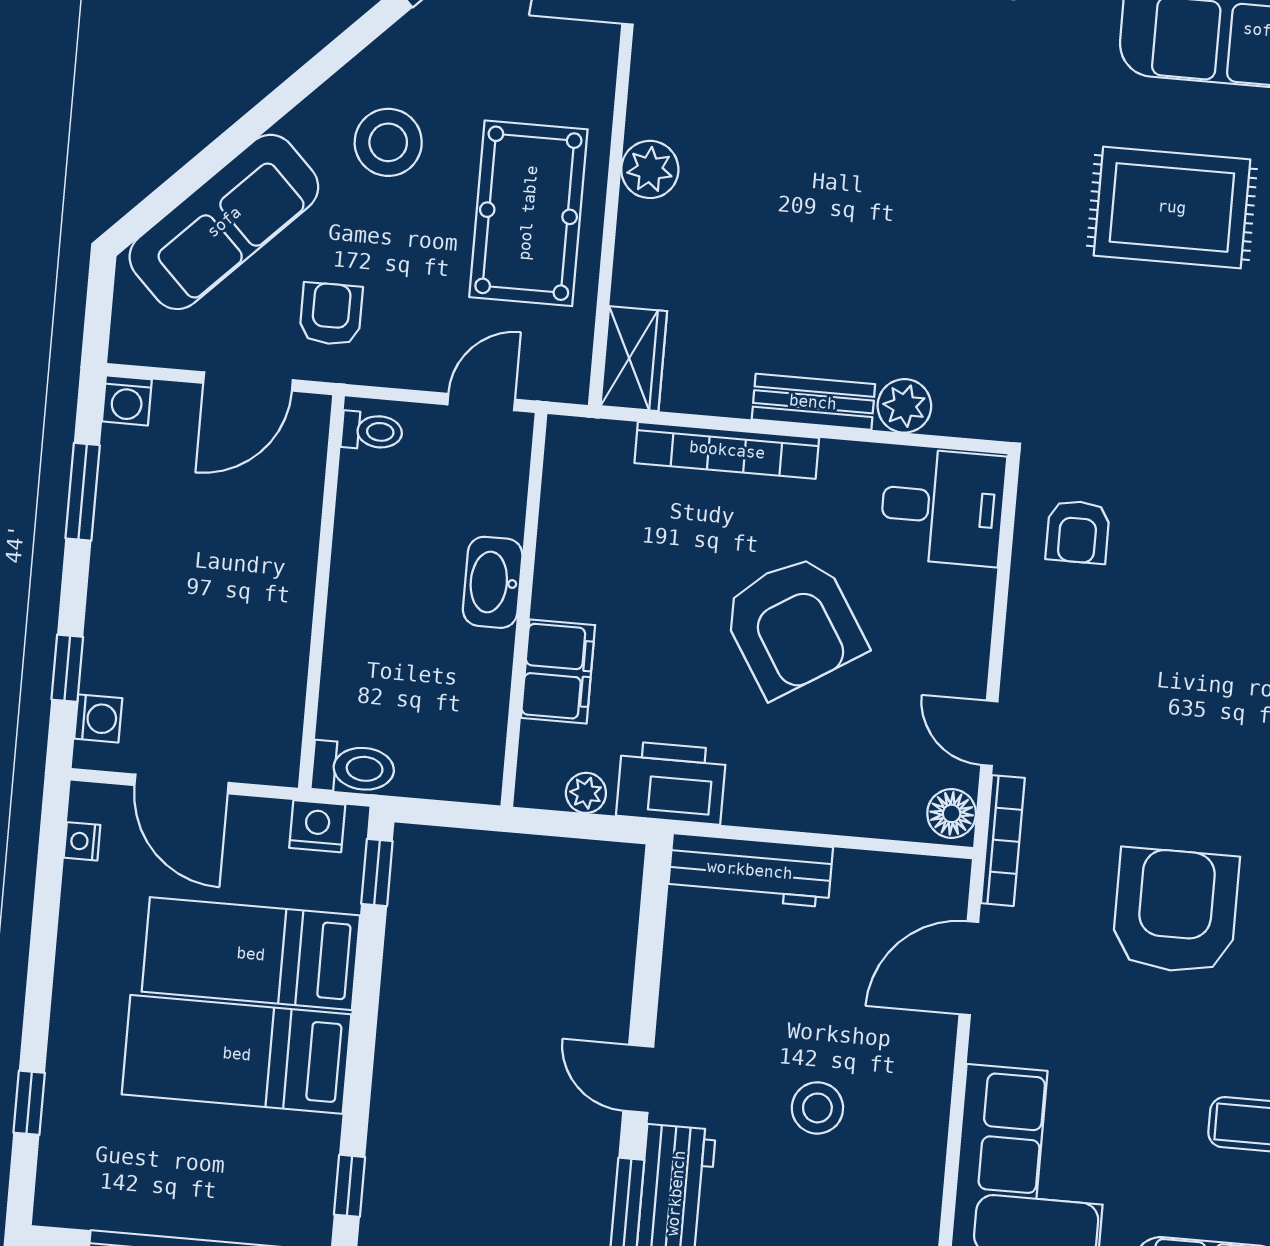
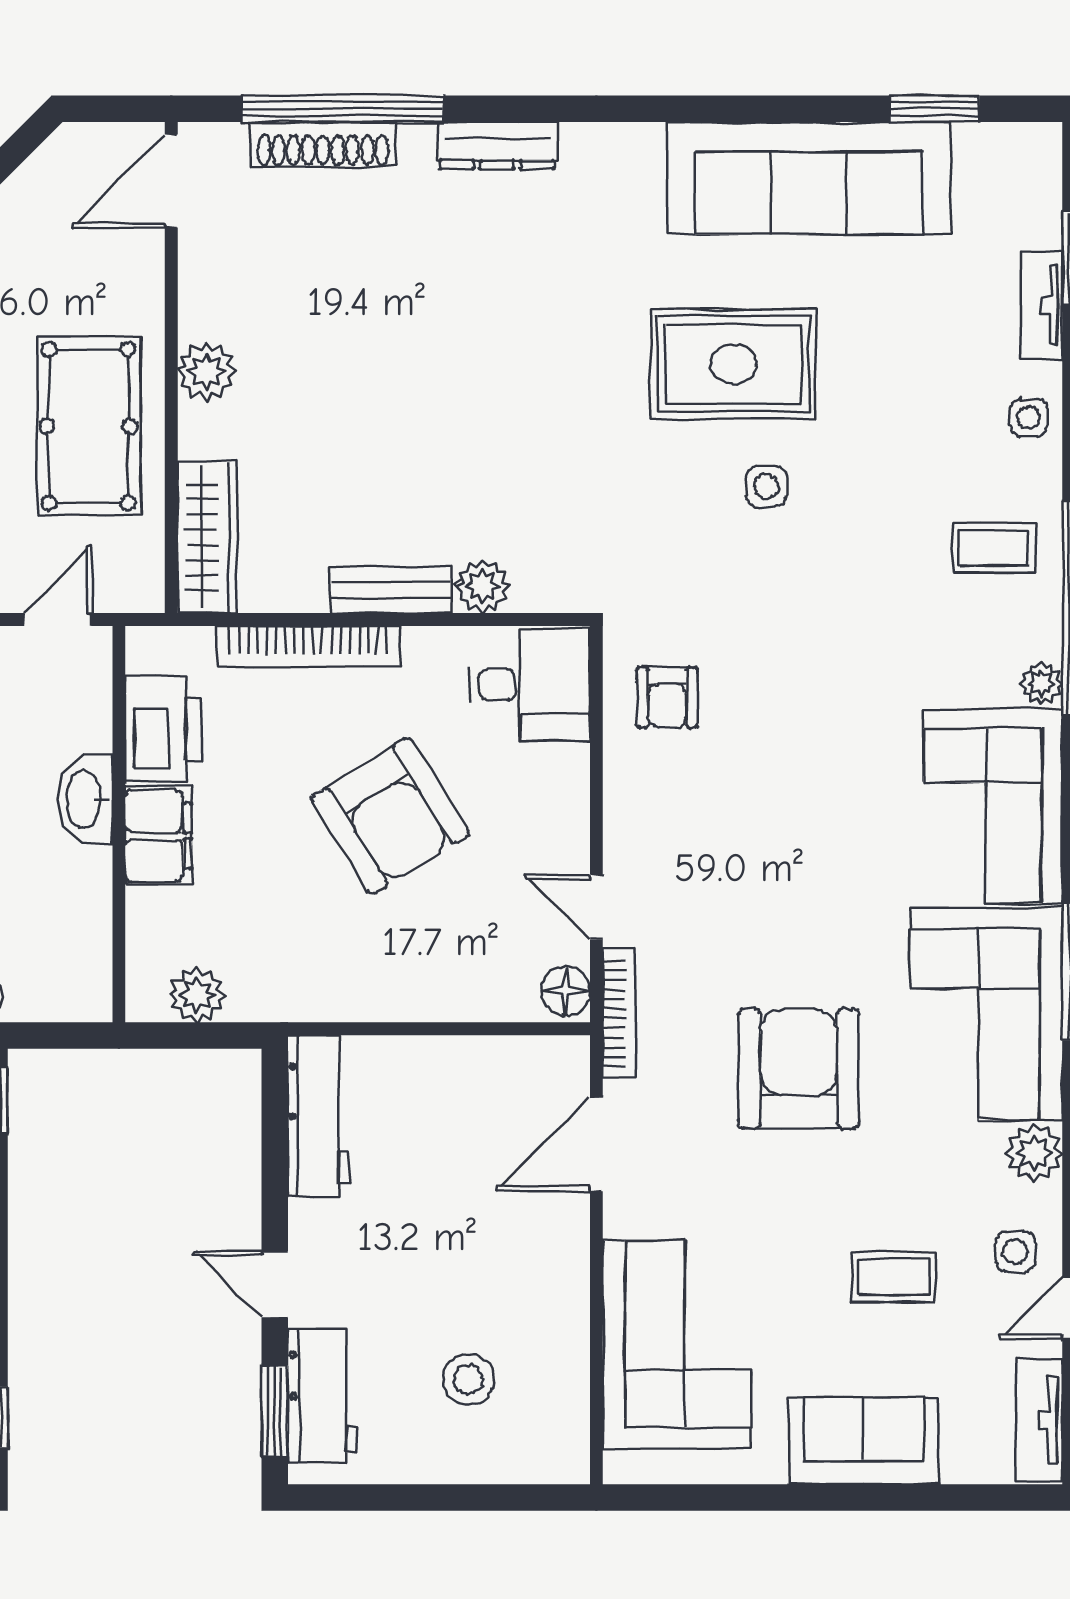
side table: (1194, 332) -> (766, 486), added
wardrobe: (634, 359) -> (207, 537), width x1.50
filing cabinet: (558, 672) -> (158, 836), moved
printer: (671, 783) -> (163, 729), moved, turned 90
plant: (586, 793) -> (197, 995), width x1.38, depth x1.38
workbench: (750, 870) -> (318, 1116), moved, turned -90
stool: (817, 1108) -> (468, 1379), moved

